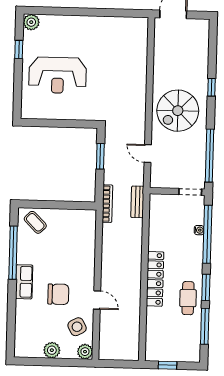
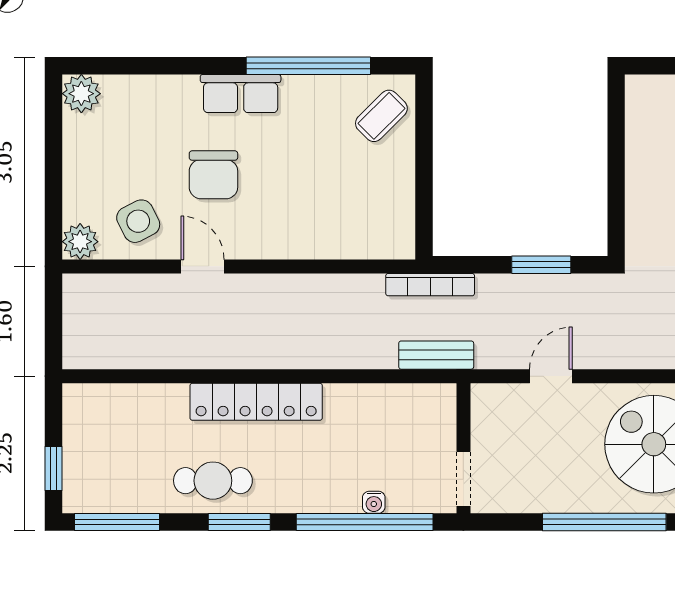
window: (210, 156) -> (604, 522), moved
door: (97, 300) -> (203, 266), swing flipped
window: (205, 326) -> (117, 522), moved
plant: (52, 350) -> (81, 94), moved
window: (167, 365) -> (53, 468), moved

